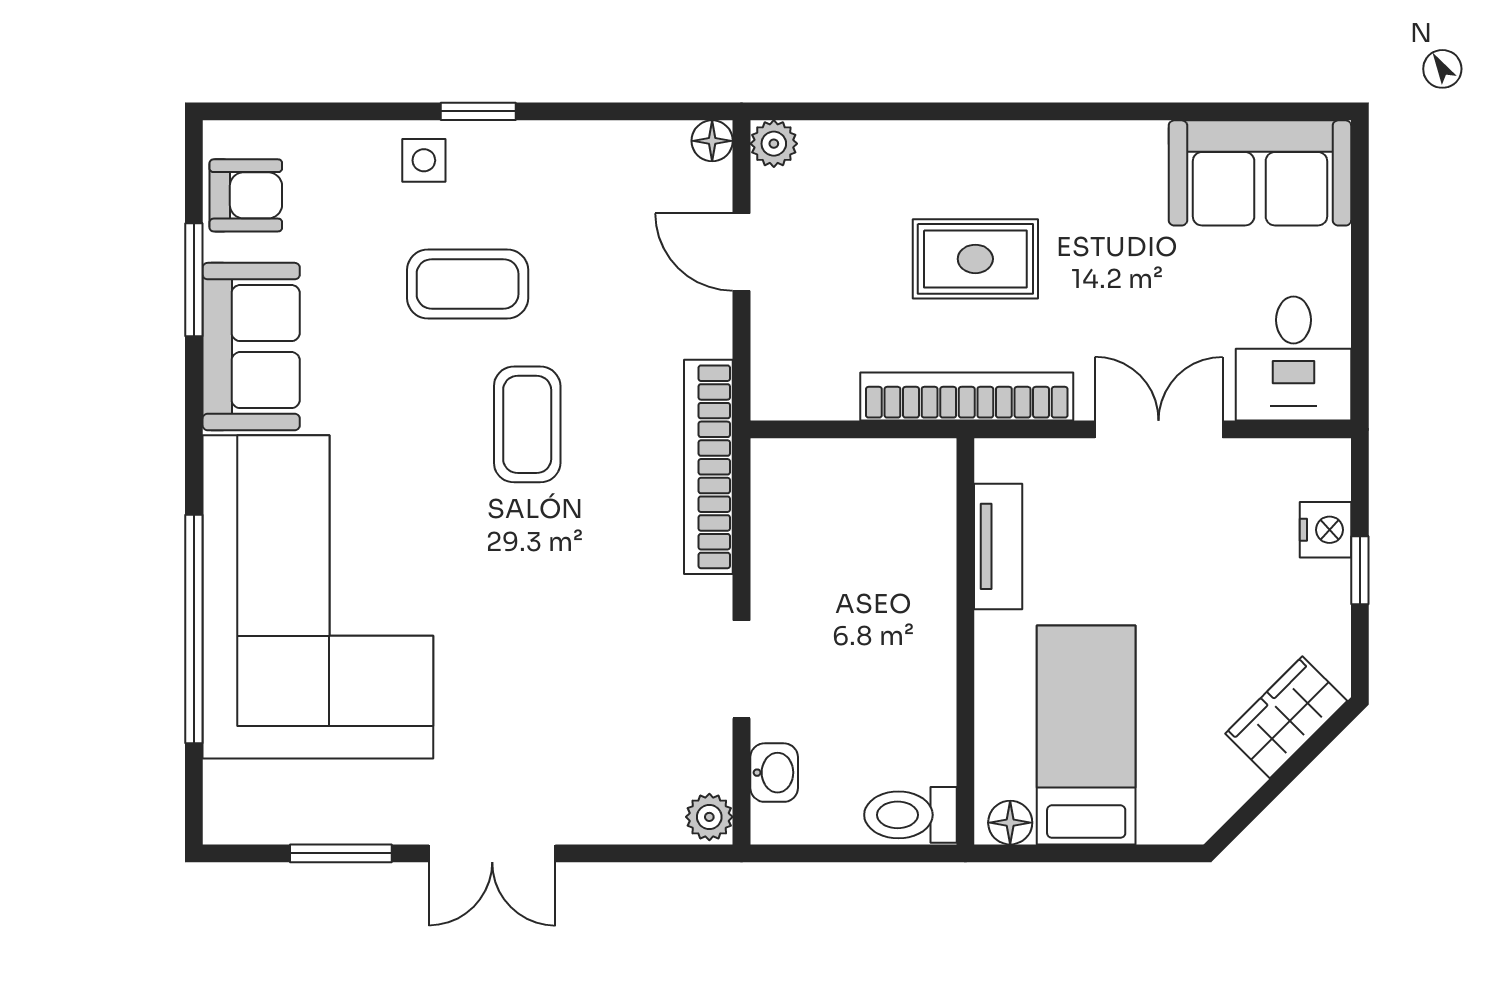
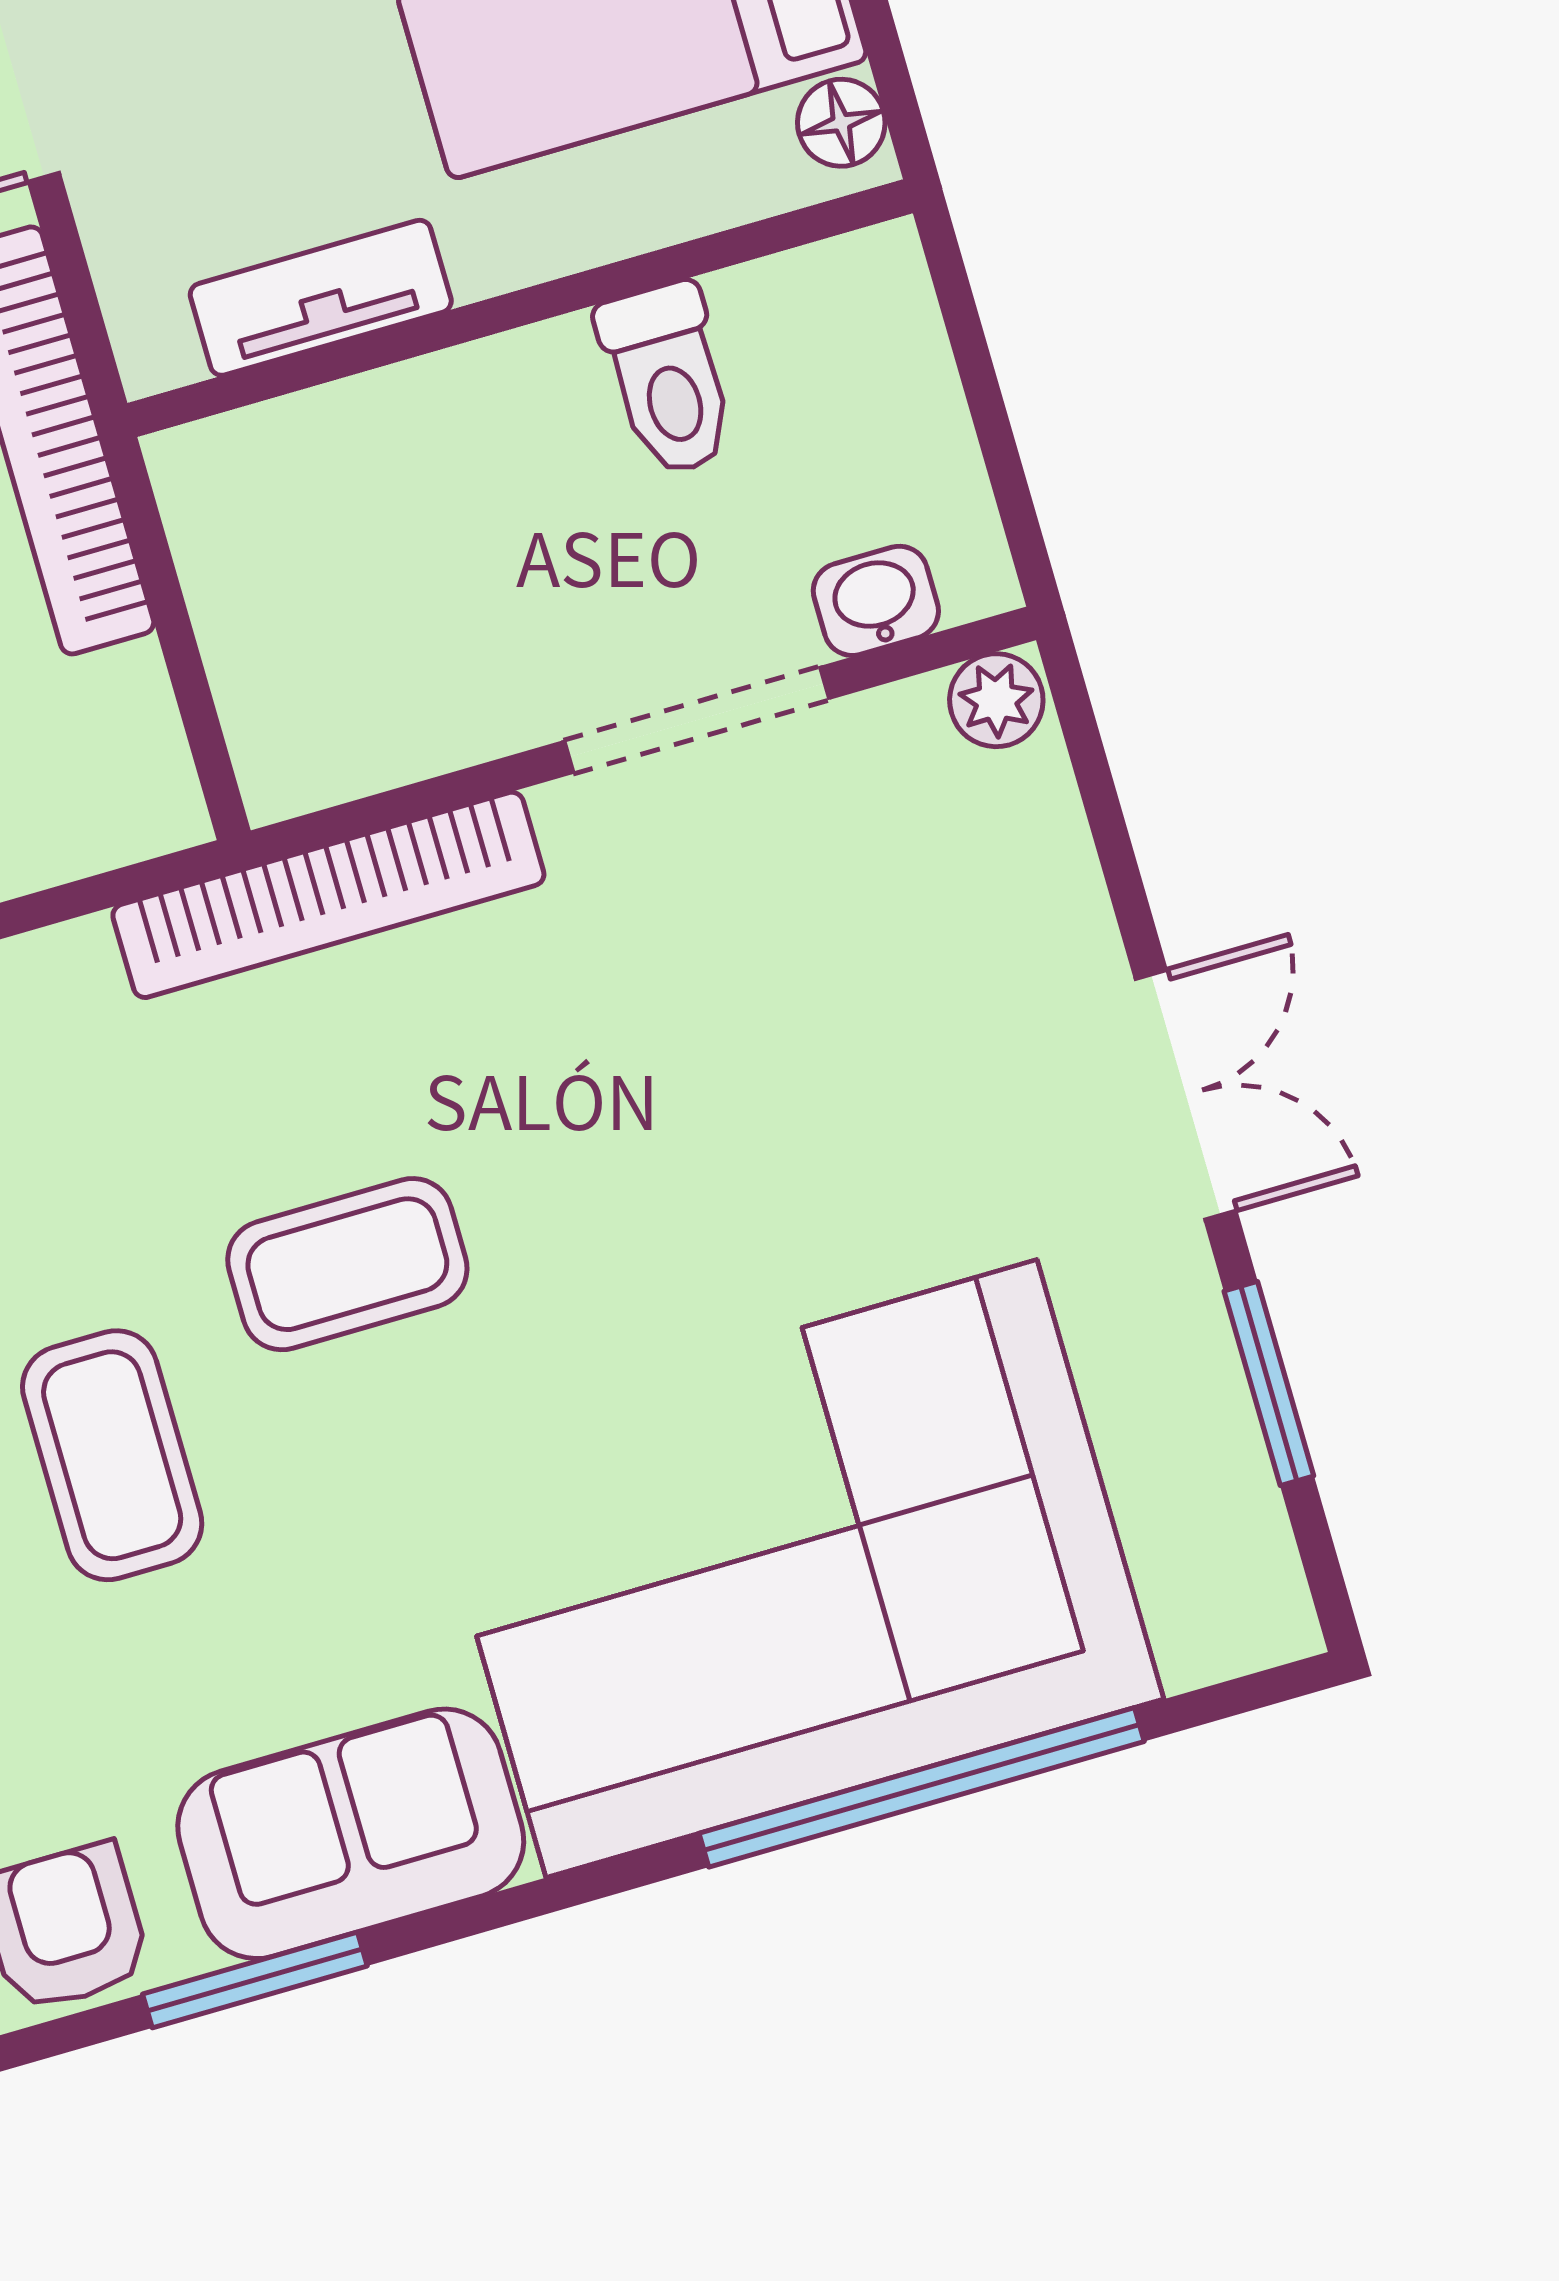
doorway: (742, 669) -> (697, 720), width x1.38
toilet: (910, 815) -> (668, 379), moved

